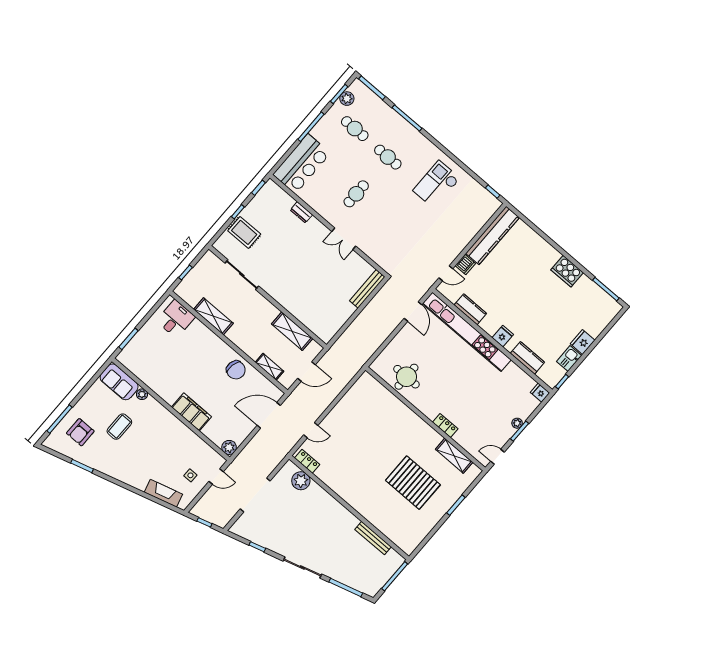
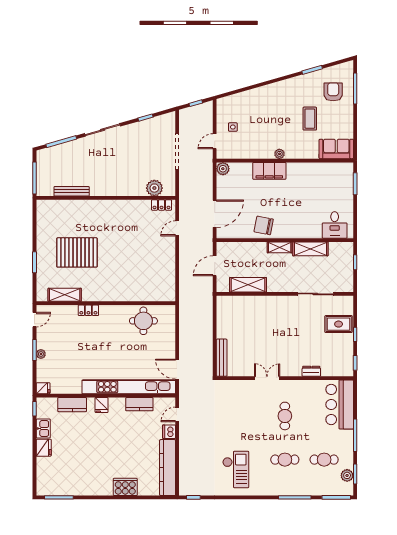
cooker: (567, 271) -> (125, 487), moved
shelving: (270, 367) -> (280, 247), moved
plant: (142, 394) -> (279, 154), moved
fireplace: (163, 493) -> (241, 99), removed

